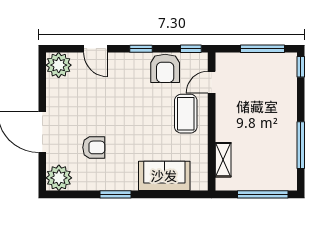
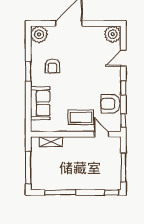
armchair: (94, 147) -> (52, 66), moved

